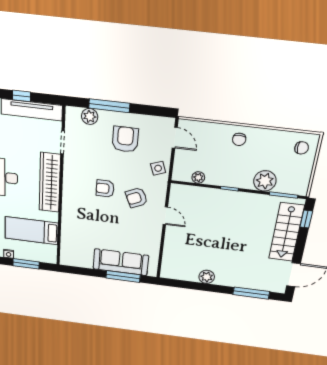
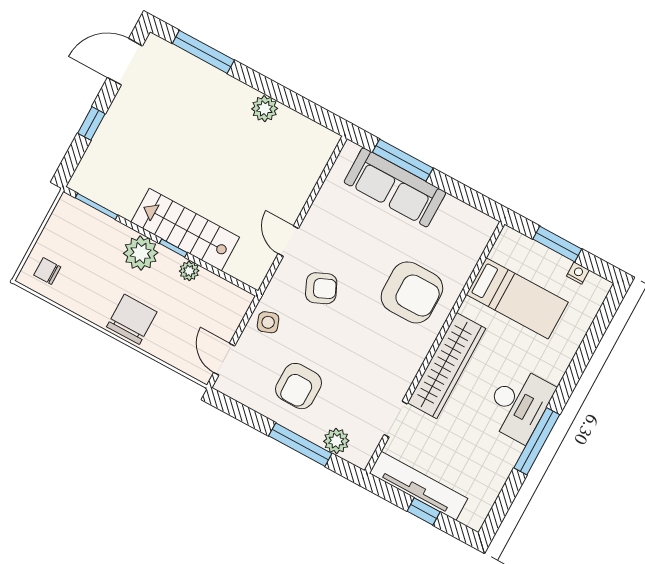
chair: (239, 139) -> (132, 319), width x1.87, depth x1.87
plant: (198, 177) -> (189, 271), moved
plant: (265, 181) -> (141, 253), moved
armchair: (105, 189) -> (412, 292), moved, width x1.88, depth x1.88
window: (306, 219) -> (91, 123), moved
stairs: (286, 232) -> (185, 230), moved, turned -90

